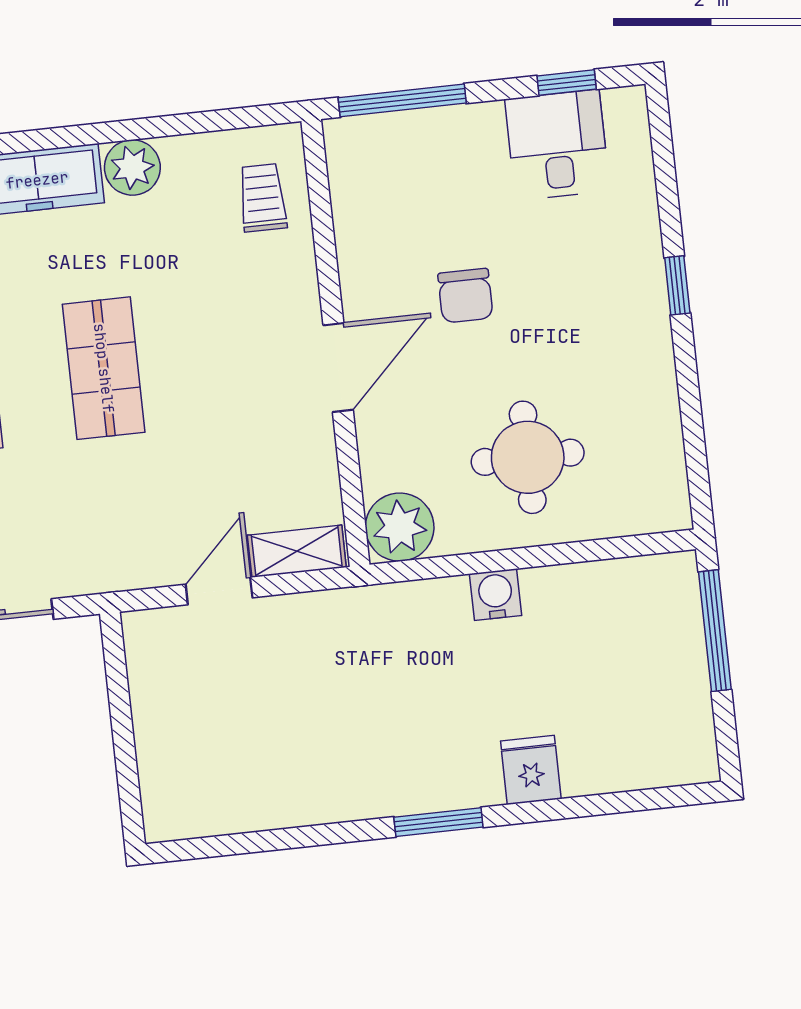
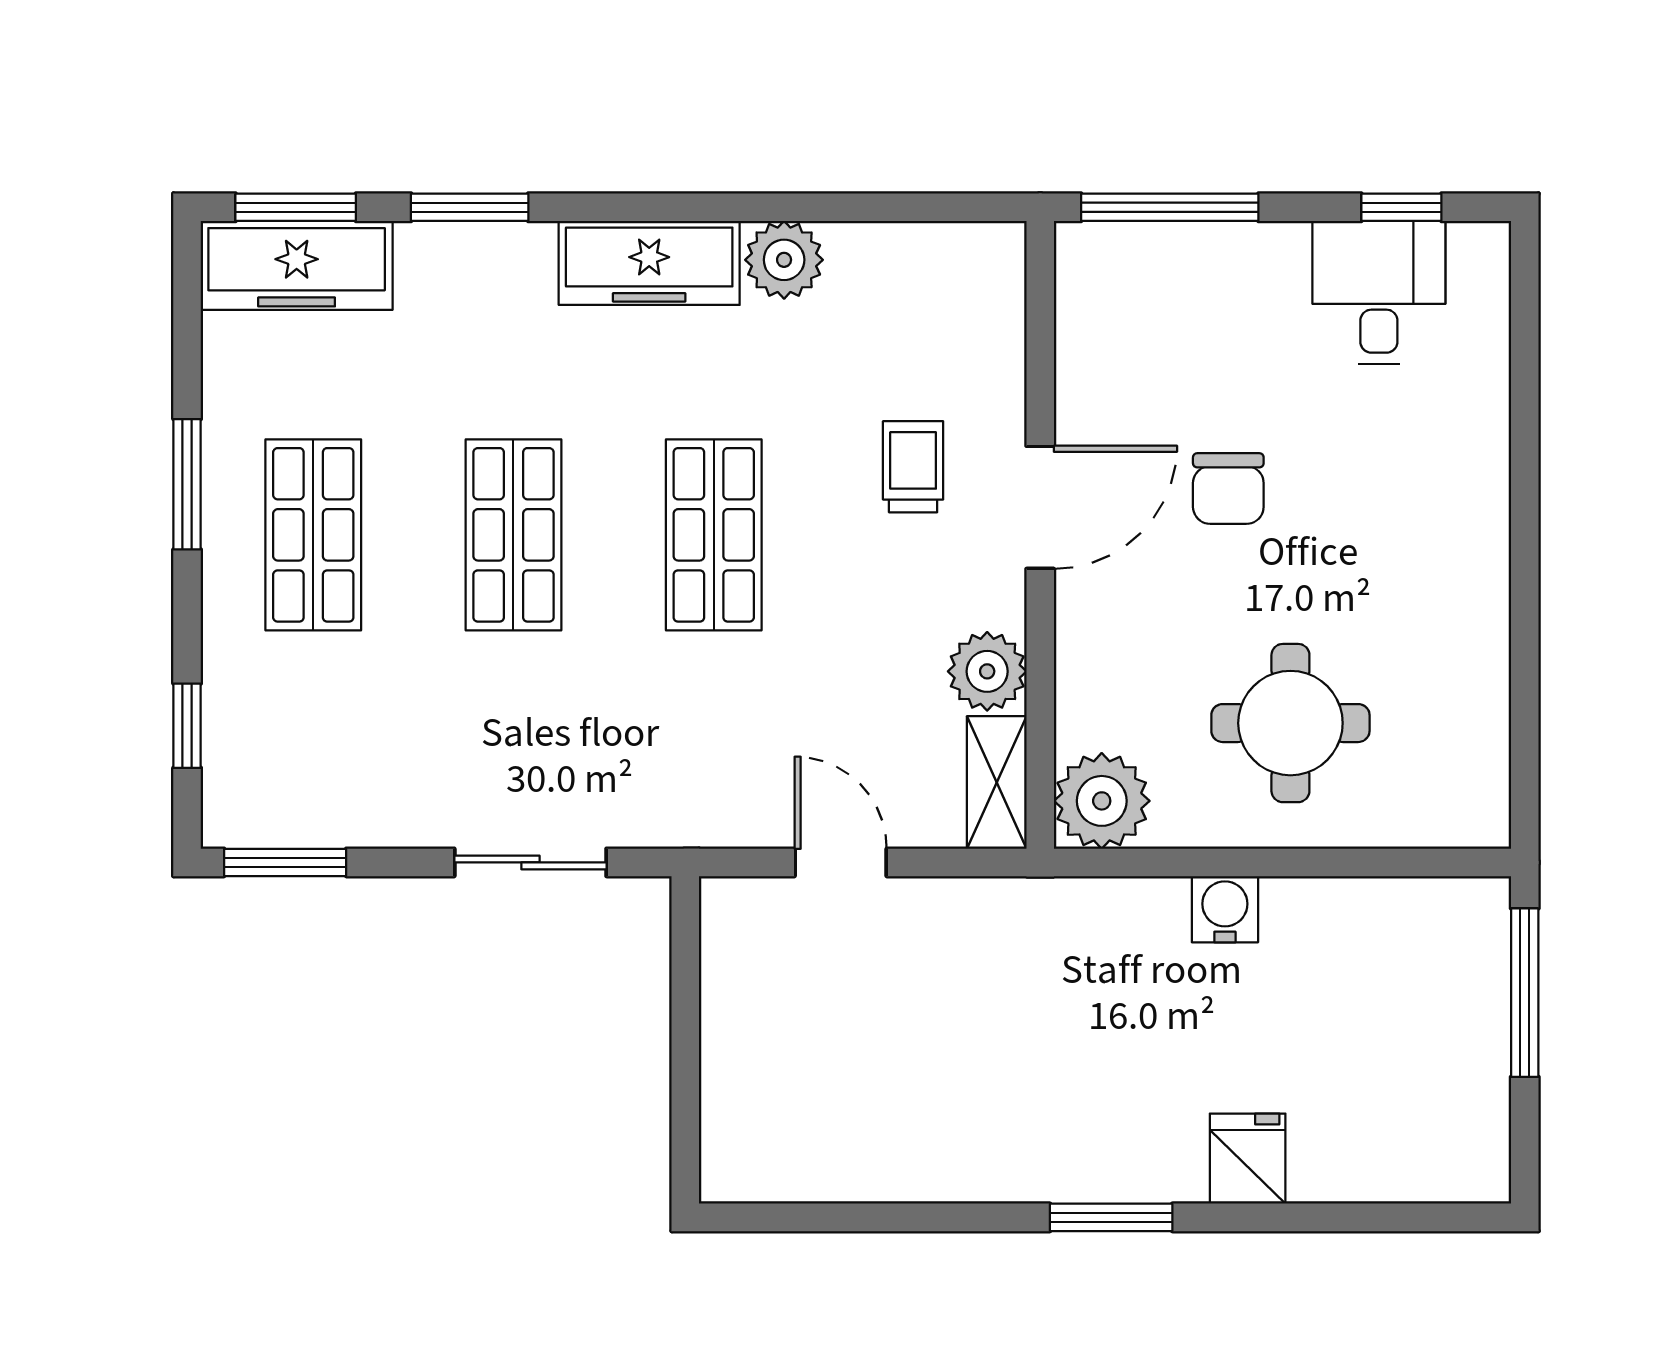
trolley: (262, 198) -> (913, 467), moved
window: (677, 285) -> (1525, 506), removed
door: (338, 368) -> (1040, 507), moved
plant: (308, 444) -> (987, 671), added
shelving: (297, 551) -> (997, 782), moved, turned 90
door: (219, 591) -> (841, 862), hinge flipped

